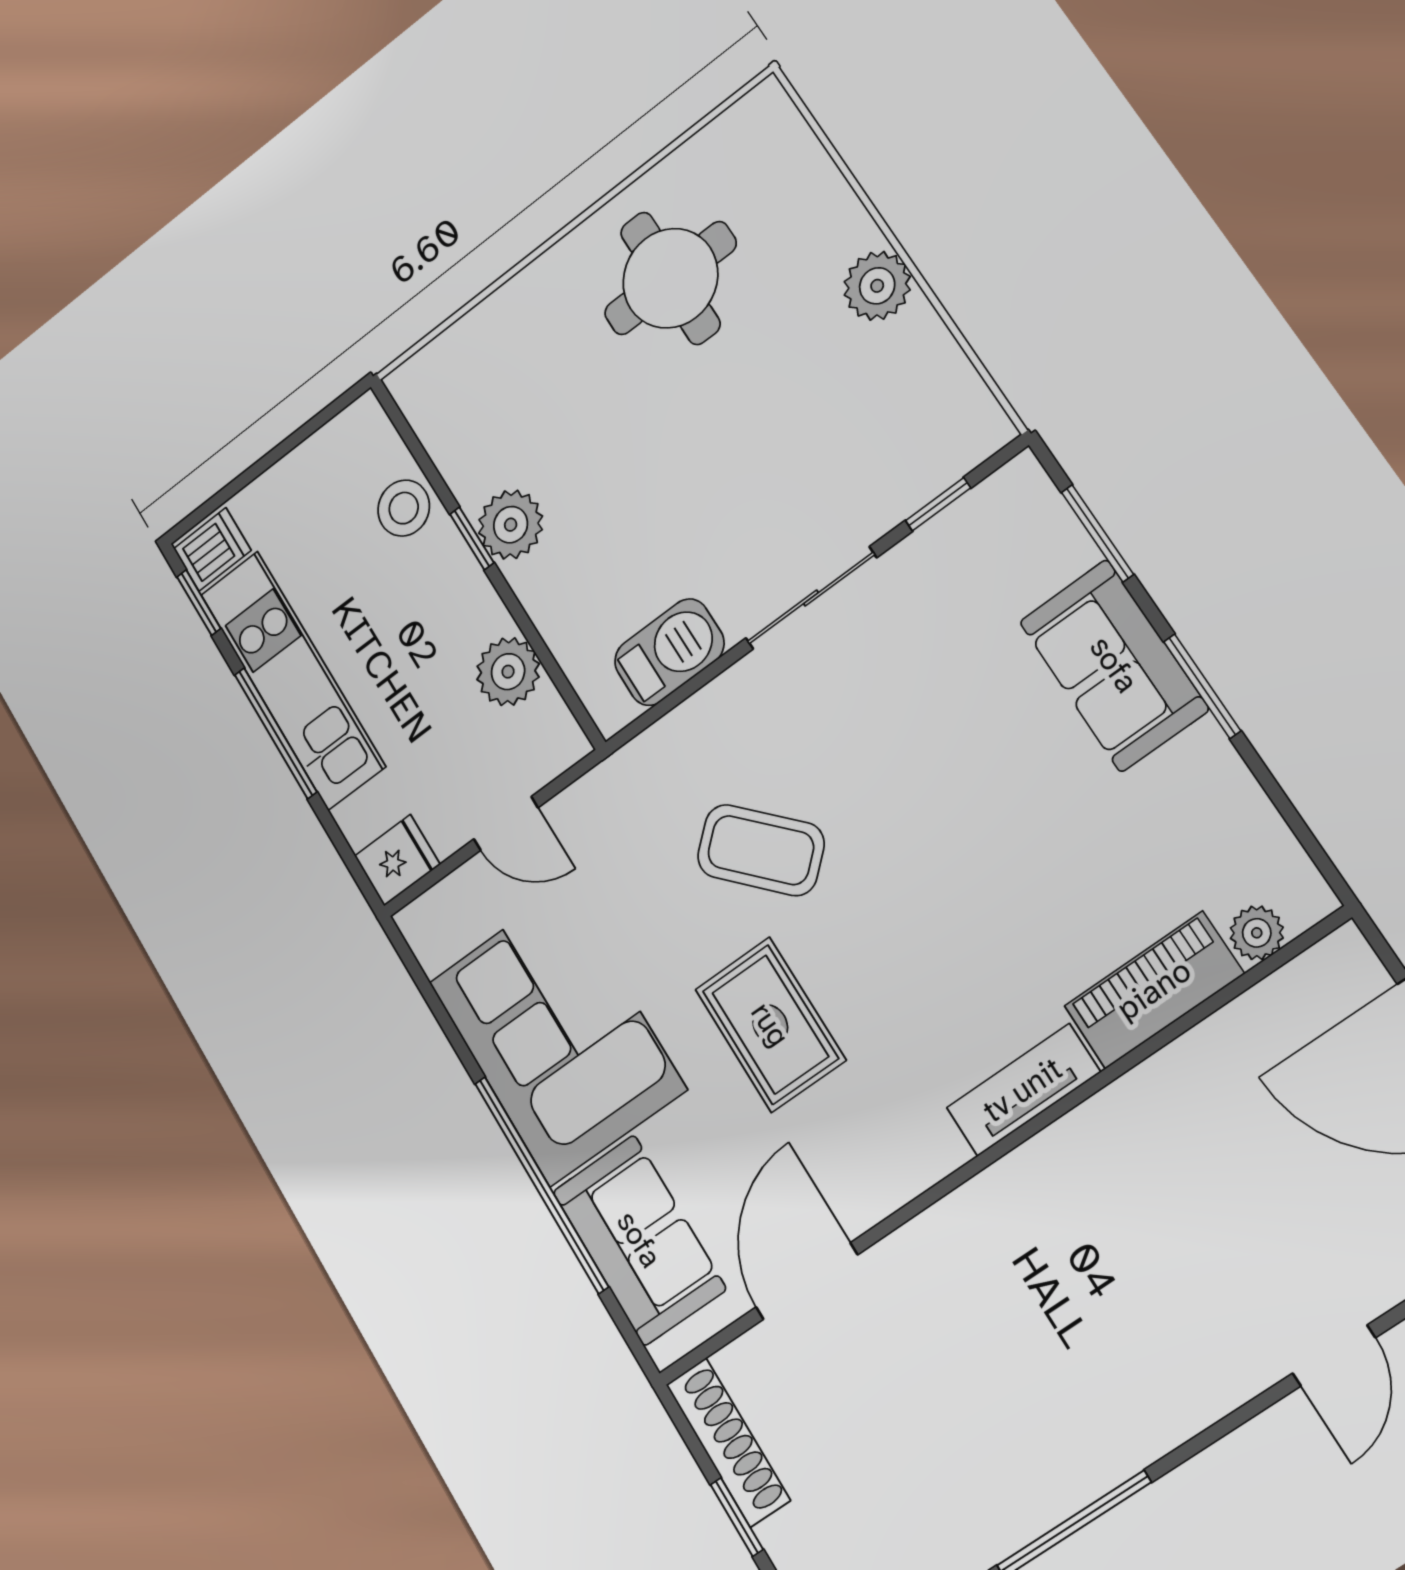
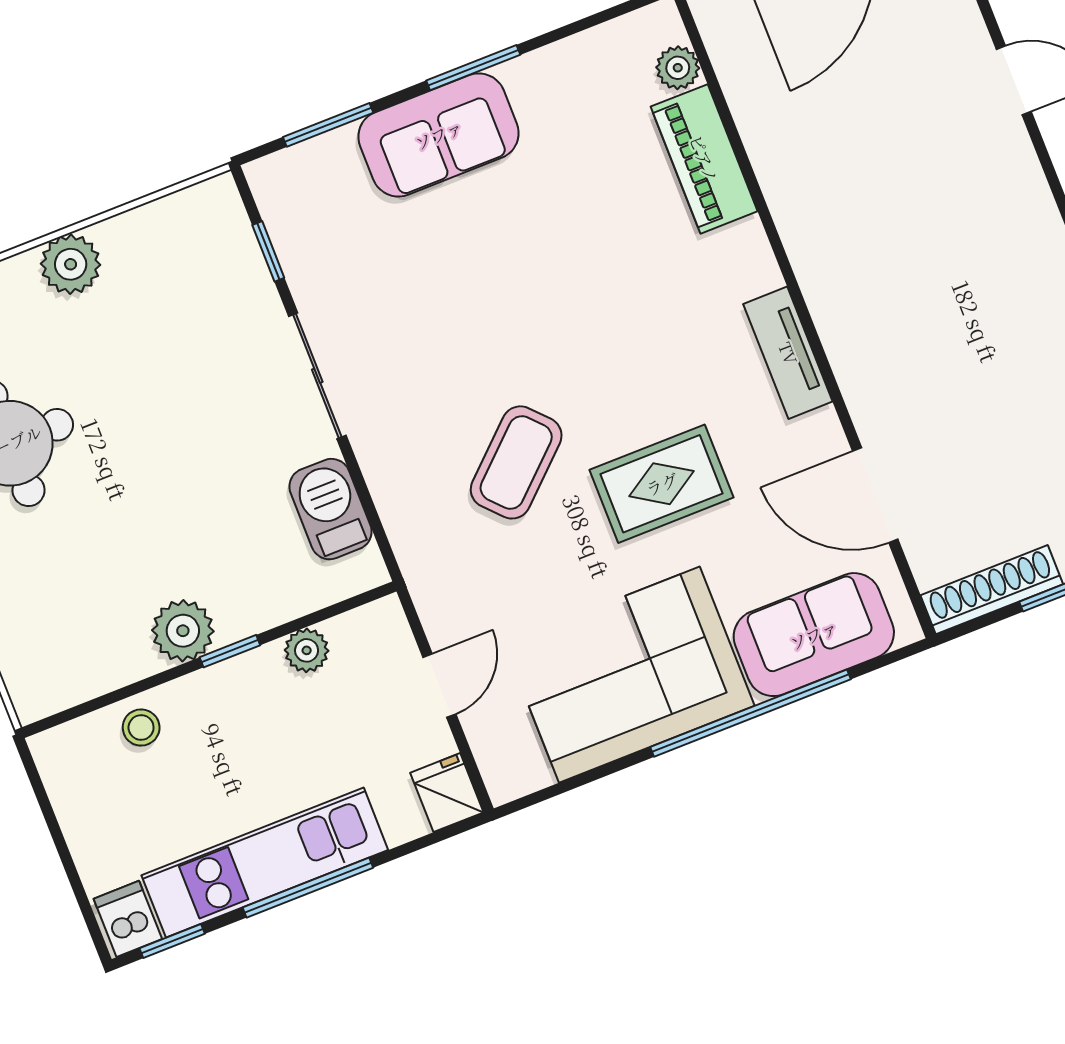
stool: (404, 508) -> (141, 728), width x0.73, depth x0.73
window: (472, 538) -> (230, 651), moved
plant: (508, 672) -> (307, 650), width x0.73, depth x0.73
tv unit: (1023, 1090) -> (788, 353), moved

